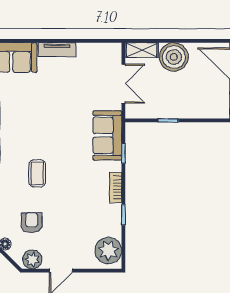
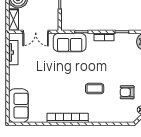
tv unit: (57, 50) -> (13, 53), moved
double door: (123, 84) -> (36, 32), swing flipped

